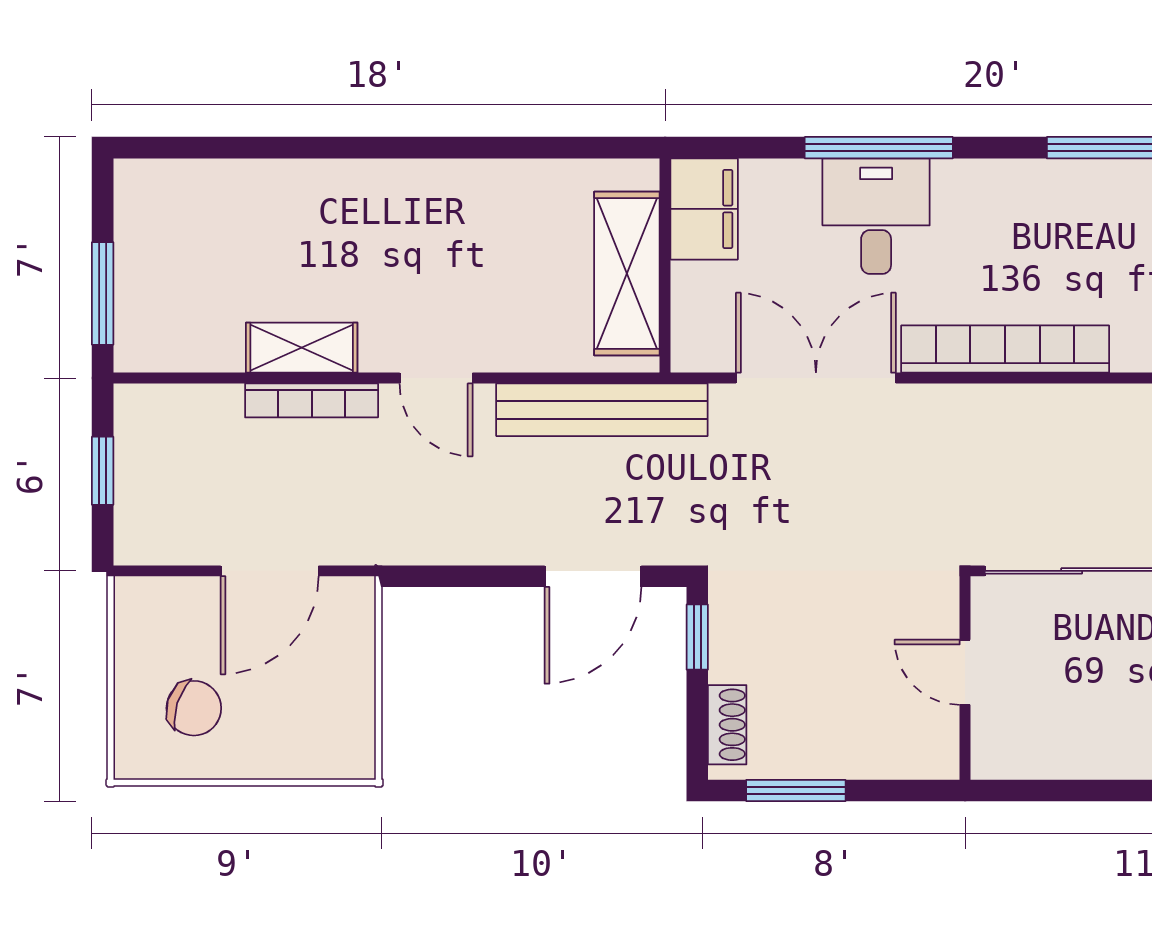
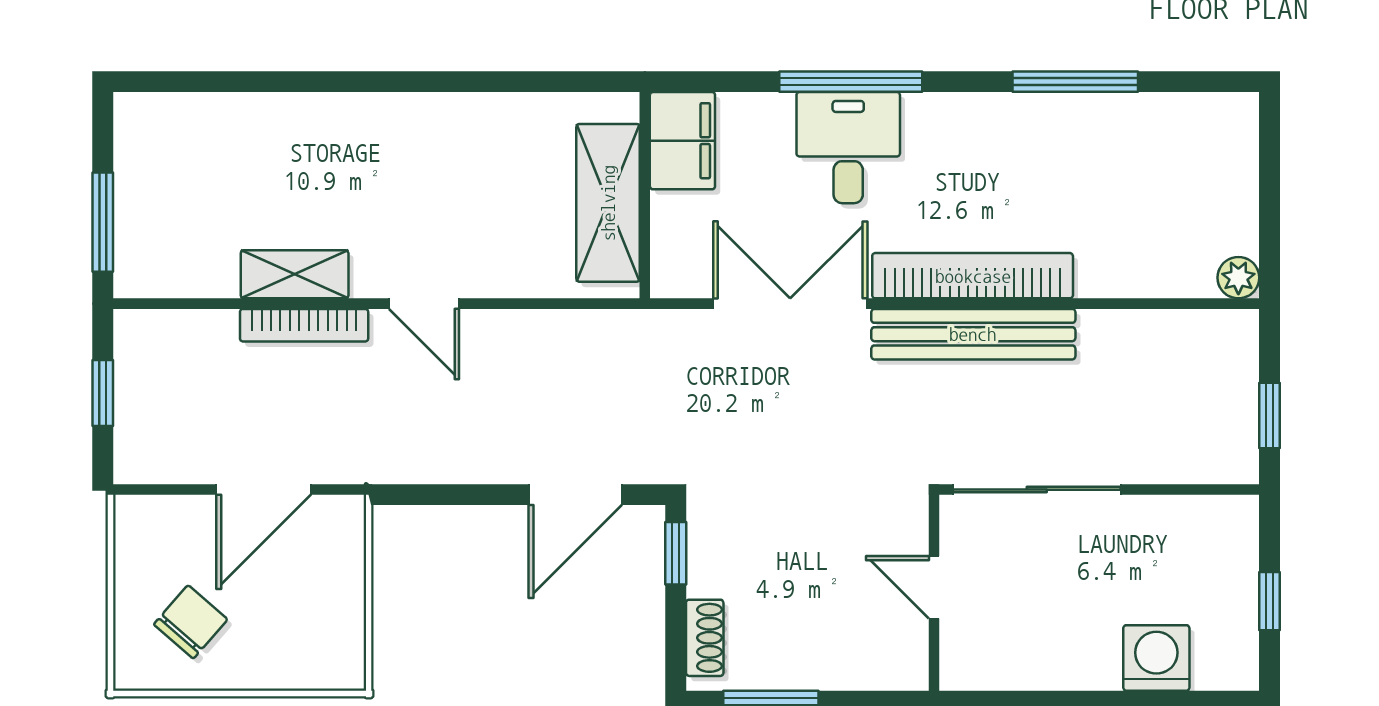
bench: (602, 410) -> (973, 334), moved
chair: (194, 708) -> (191, 622), turned -67

